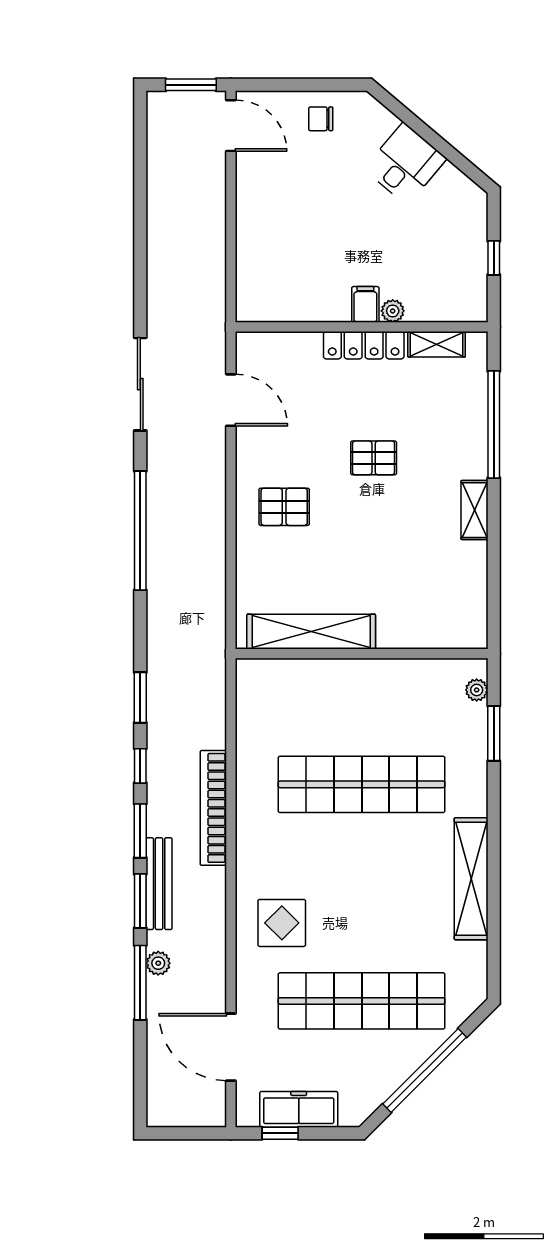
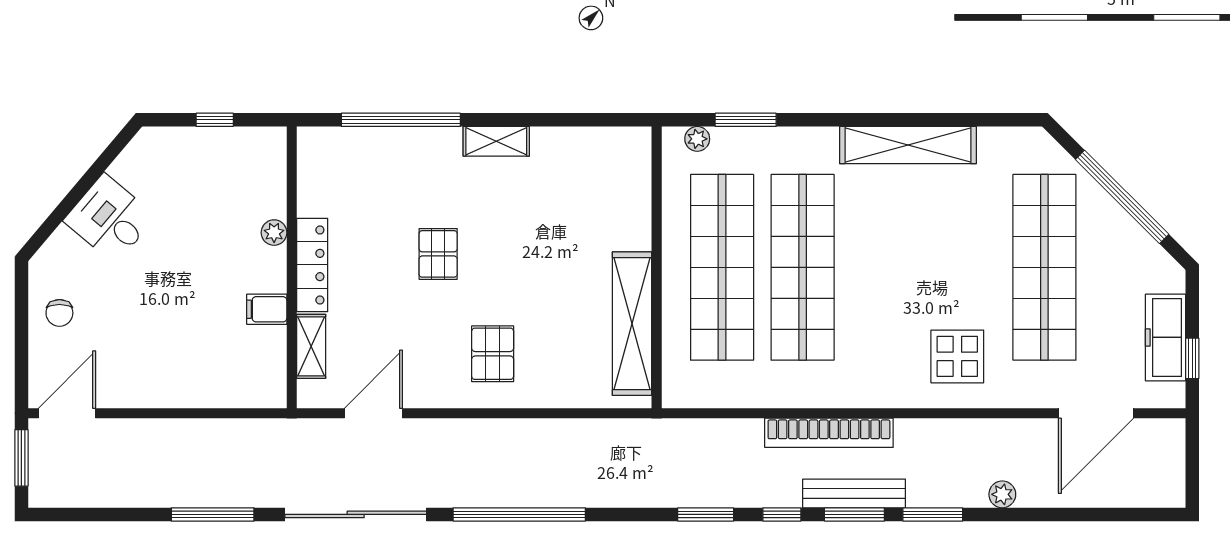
filing cabinet: (365, 304) -> (267, 309), moved
shelving: (437, 344) -> (311, 346), moved
sliding door: (140, 384) -> (356, 514), width x1.36
shop shelf: (362, 712) -> (722, 267), added
bench: (159, 884) -> (854, 493), moved
window: (140, 983) -> (213, 514), moved

